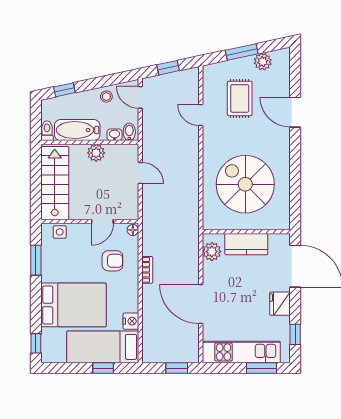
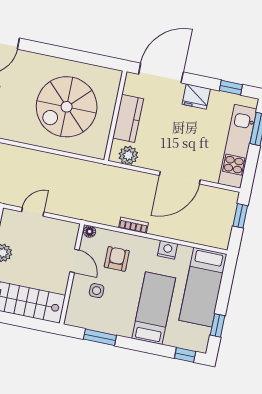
side table: (60, 232) -> (97, 291), moved
bed: (73, 305) -> (154, 308), width x0.67
nightstand: (131, 321) -> (168, 250), moved
window: (103, 368) -> (218, 325), moved

